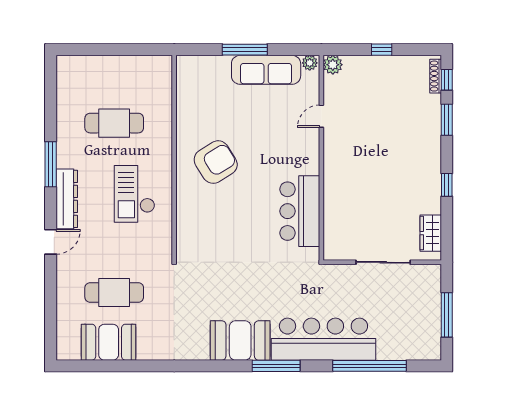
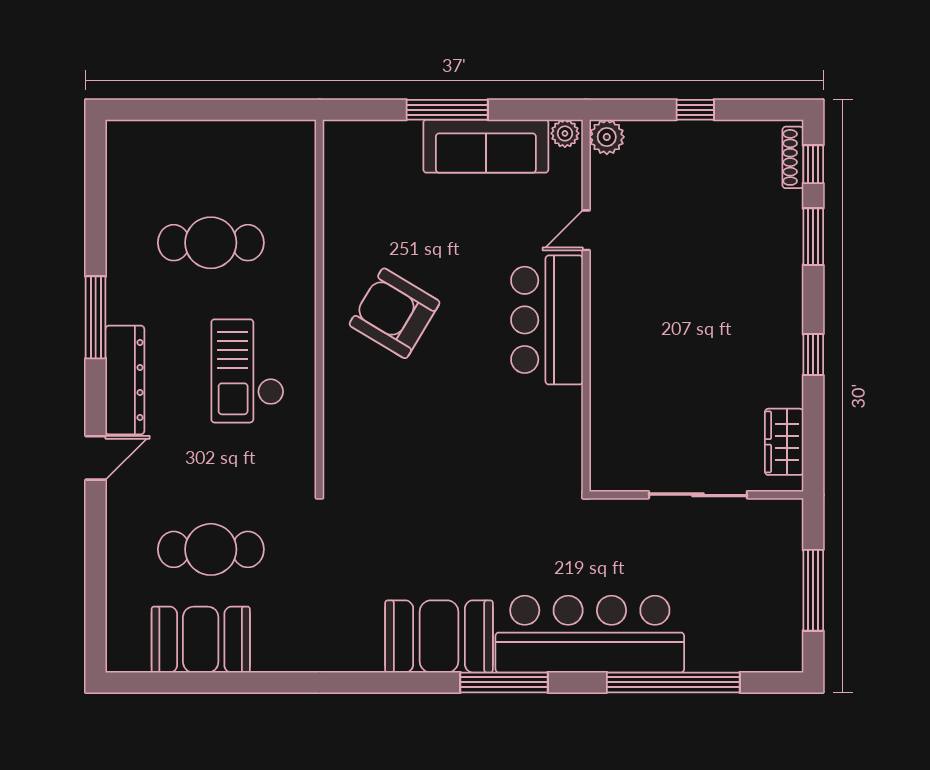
armchair: (216, 162) -> (395, 313), turned -117
bar counter: (300, 211) -> (547, 320), moved

